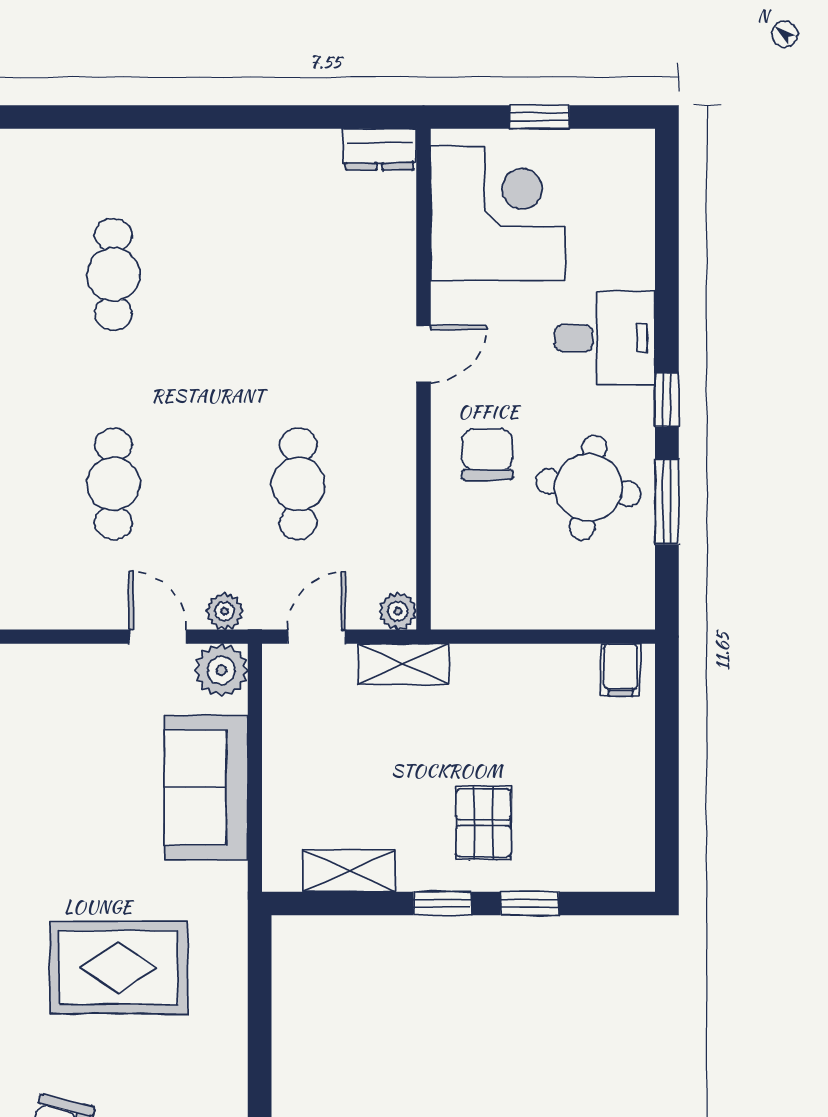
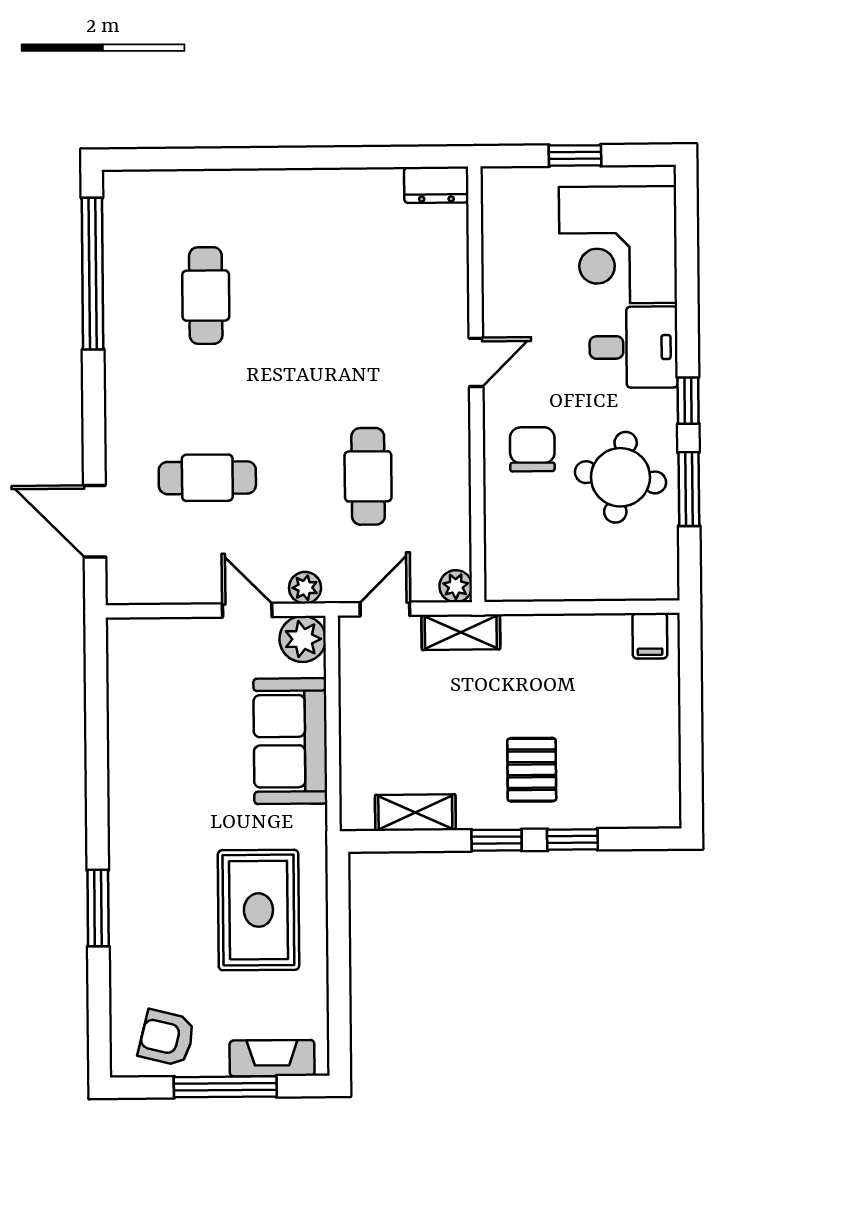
corner desk: (498, 213) -> (618, 245), moved, turned 180
cafe table: (113, 484) -> (207, 478), turned 90
rug: (118, 967) -> (258, 910), moved, turned 90

